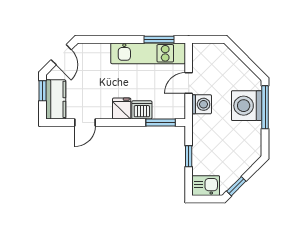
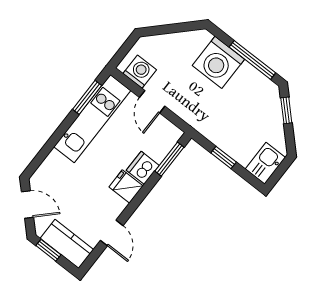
washing machine: (202, 104) -> (140, 72), moved
window: (265, 107) -> (252, 60), moved
window: (236, 186) -> (286, 110), moved

